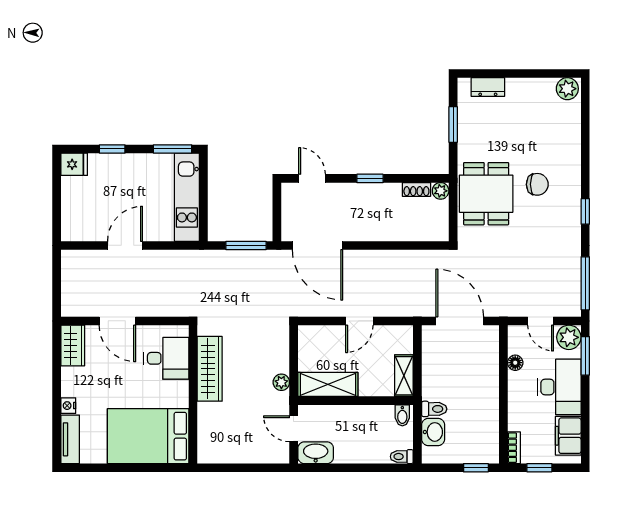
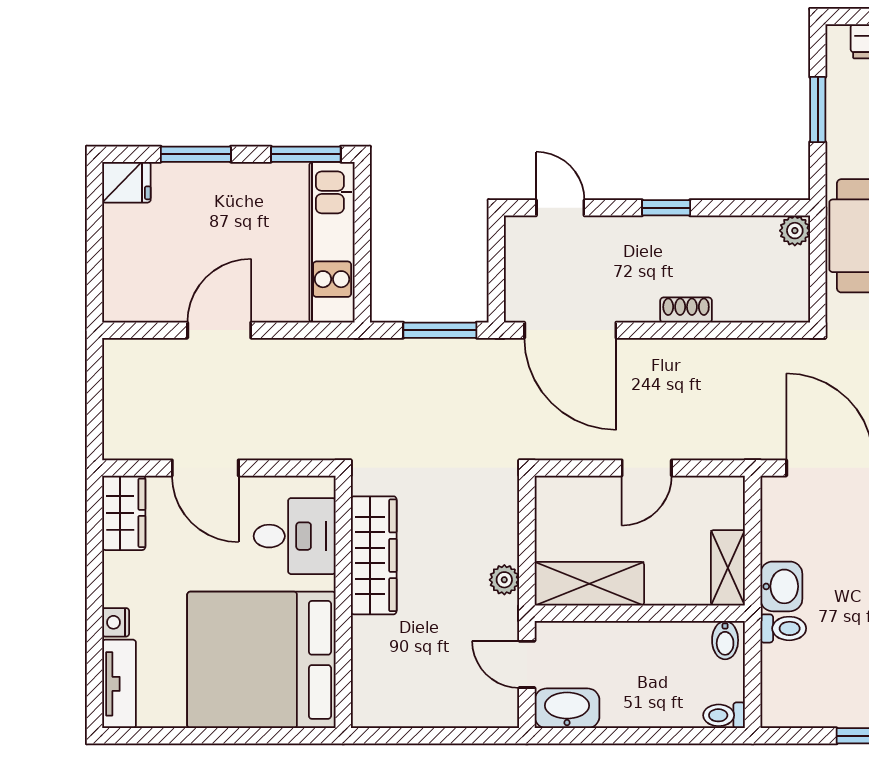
window: (112, 149) -> (196, 154), width x1.50
shoe rack: (416, 189) -> (686, 310), moved, turned 180
washbasin: (433, 432) -> (781, 586), moved
bed: (148, 436) -> (261, 660), width x1.36

